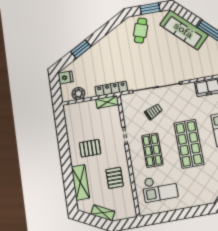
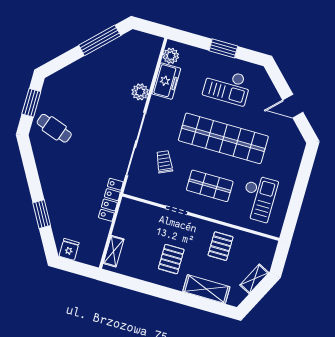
sofa: (184, 30) -> (80, 74), removed
plant: (78, 94) -> (140, 92), moved
shelving: (107, 102) -> (114, 251), moved
shop shelf: (189, 144) -> (223, 138), width x1.40
pallet: (115, 178) -> (221, 246), turned 90

